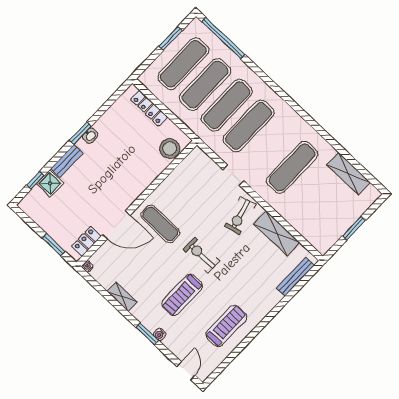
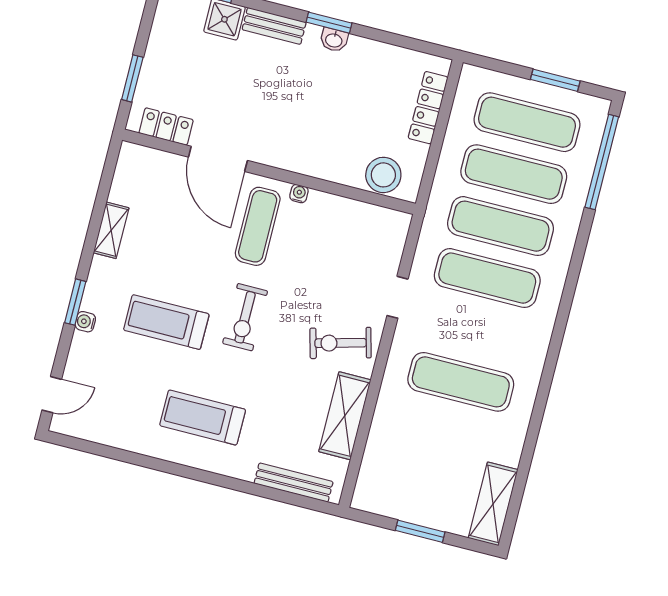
shelving: (349, 174) -> (493, 504), moved
exercise bike: (201, 255) -> (245, 317), turned 180
water cooler: (87, 266) -> (299, 194), moved
treadmill: (226, 326) -> (203, 418), moved, turned 180

